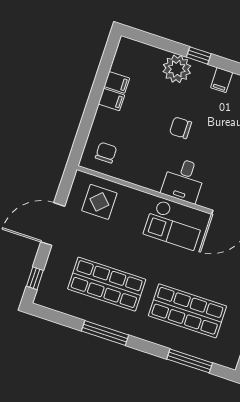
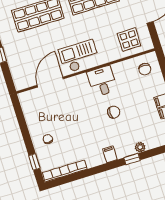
plant: (177, 69) -> (140, 147), width x0.53, depth x0.53
desk: (184, 180) -> (102, 81), moved

